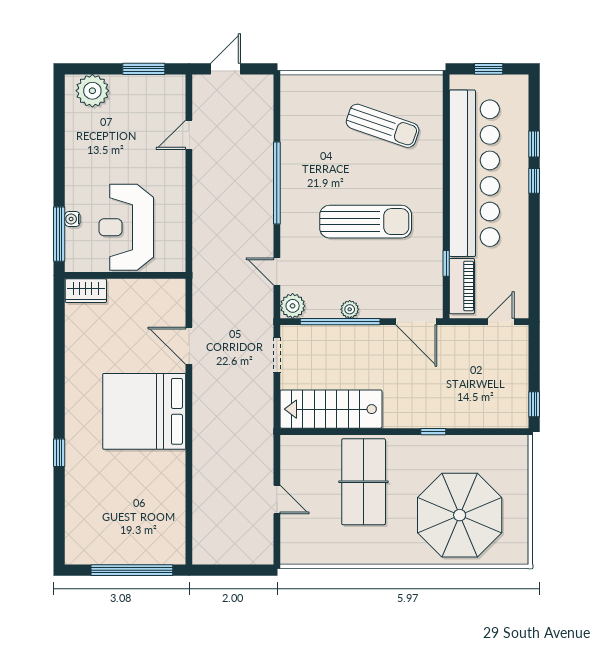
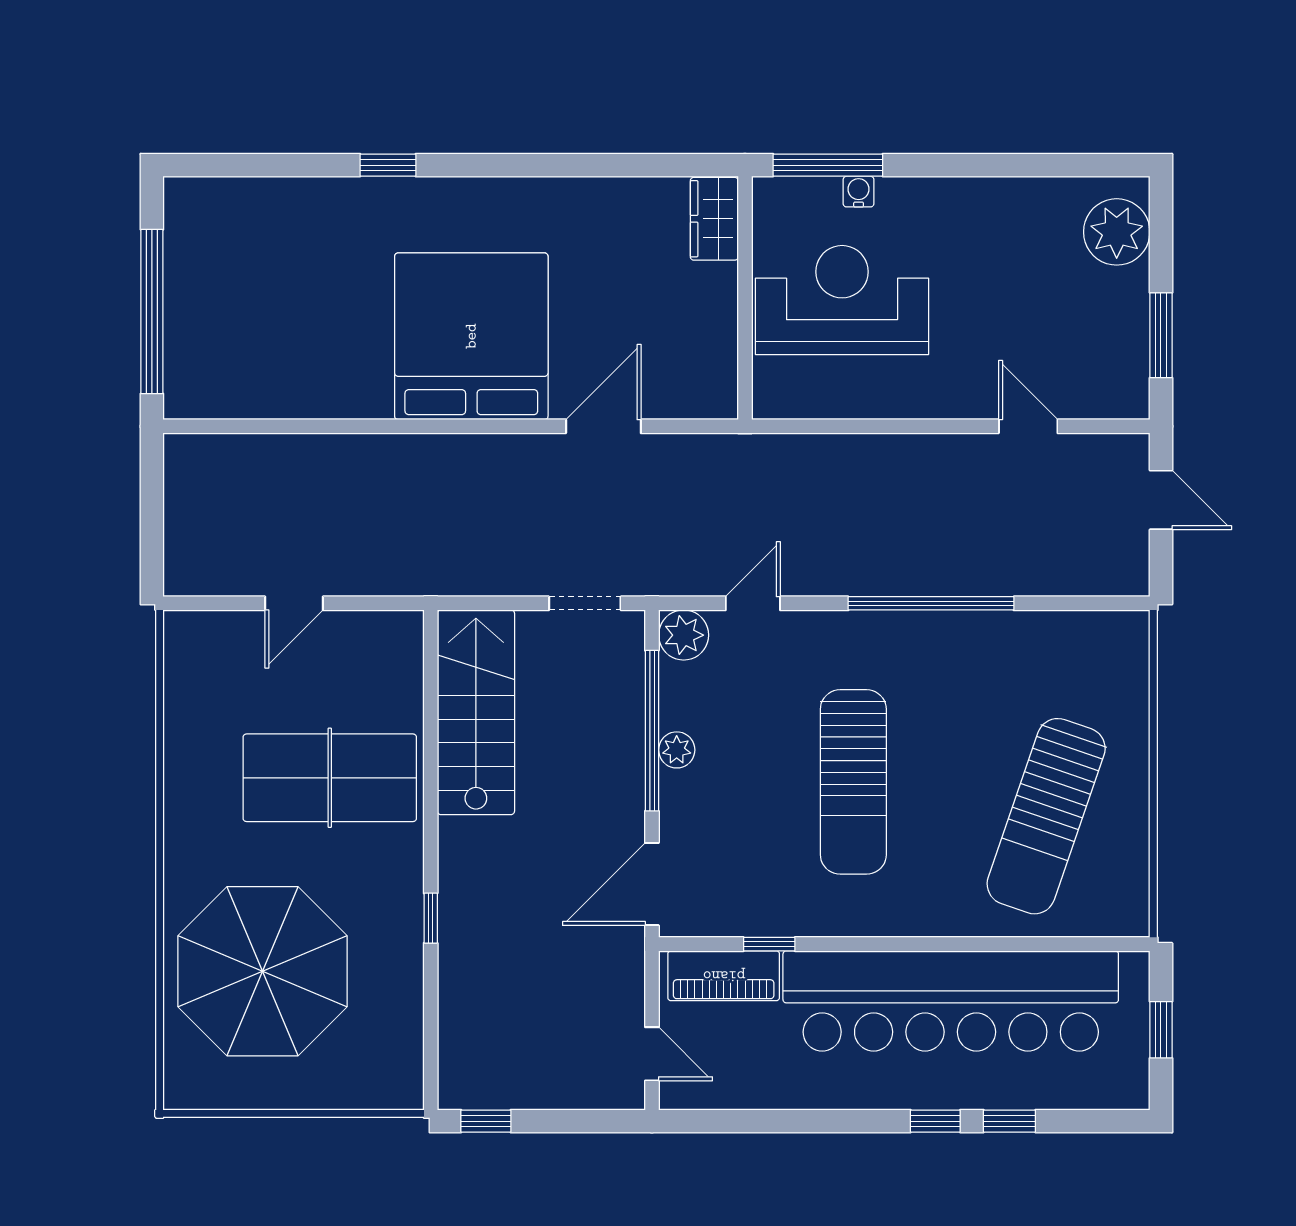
sun lounger: (383, 126) -> (1046, 816), width x1.36, depth x1.34

